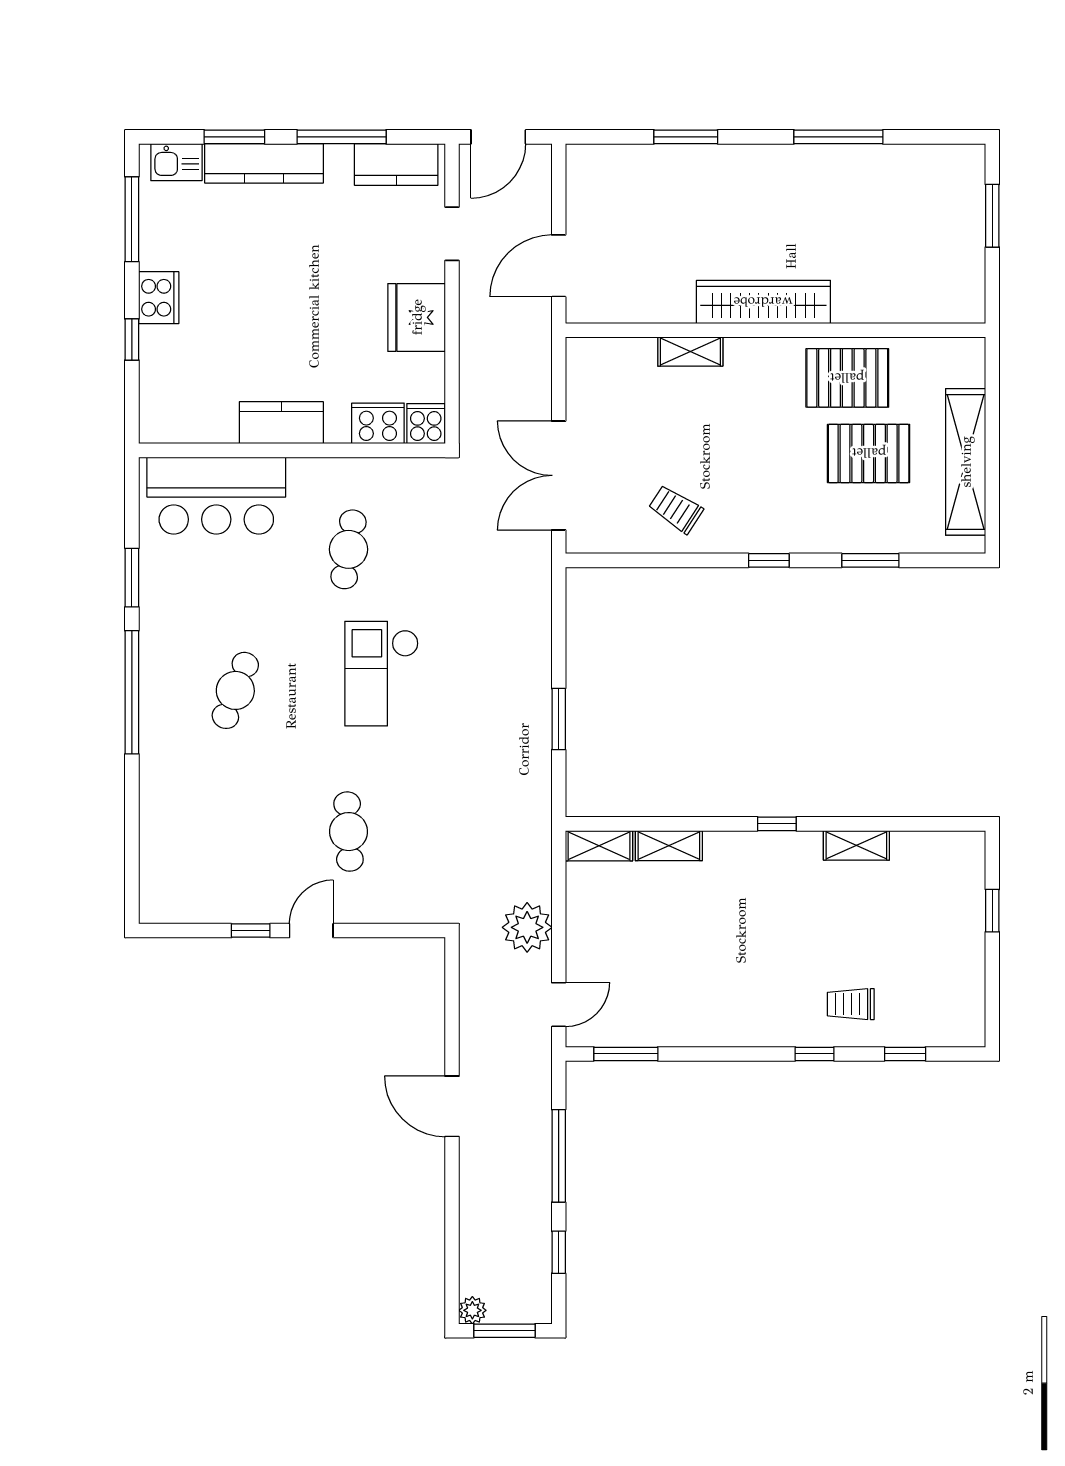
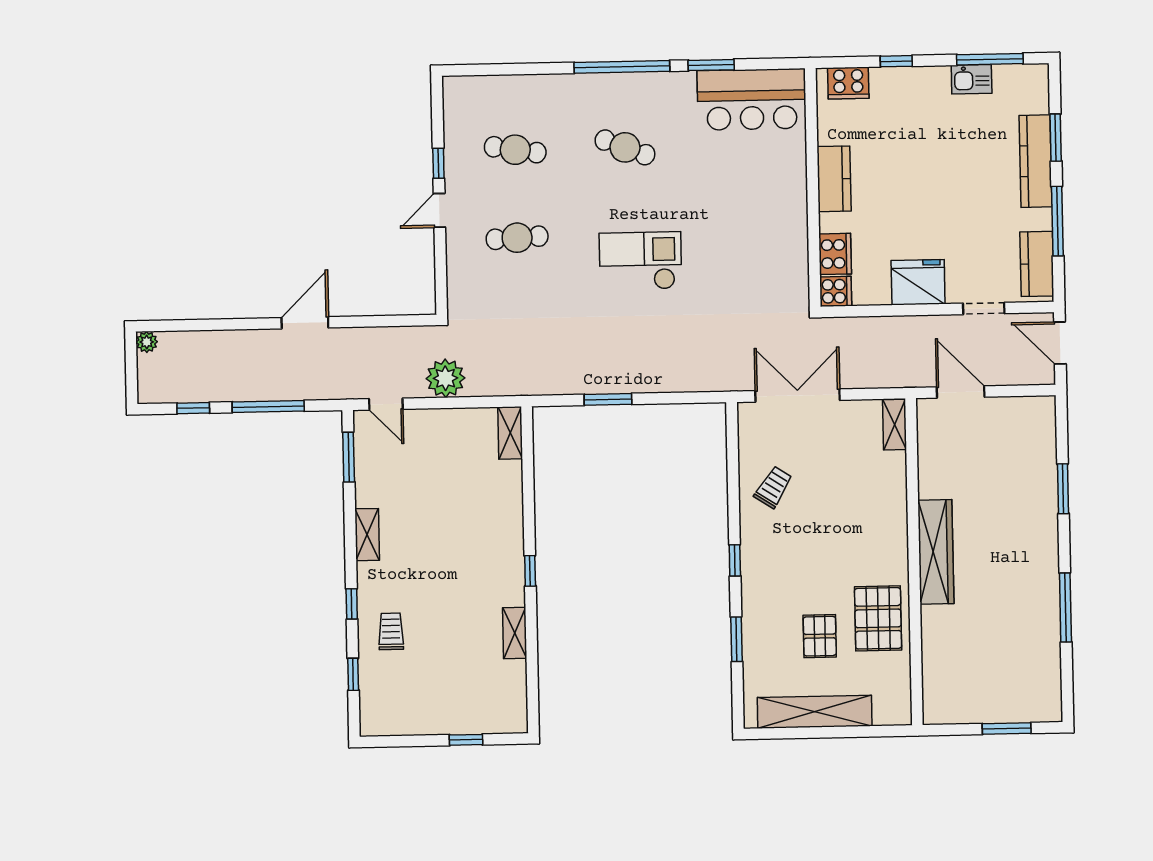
kitchen sink: (176, 162) -> (972, 79), moved, turned -90
cooker: (159, 298) -> (848, 83), moved
shelving: (690, 352) -> (895, 425), moved
pallet: (869, 453) -> (820, 636), width x0.67, depth x0.71
bar counter: (216, 496) -> (752, 99), moved, turned -90
cafe table: (349, 549) -> (515, 150), moved
shelving: (669, 846) -> (367, 535), moved
door: (311, 931) -> (439, 210), swing flipped
window: (504, 1331) -> (131, 367), removed

